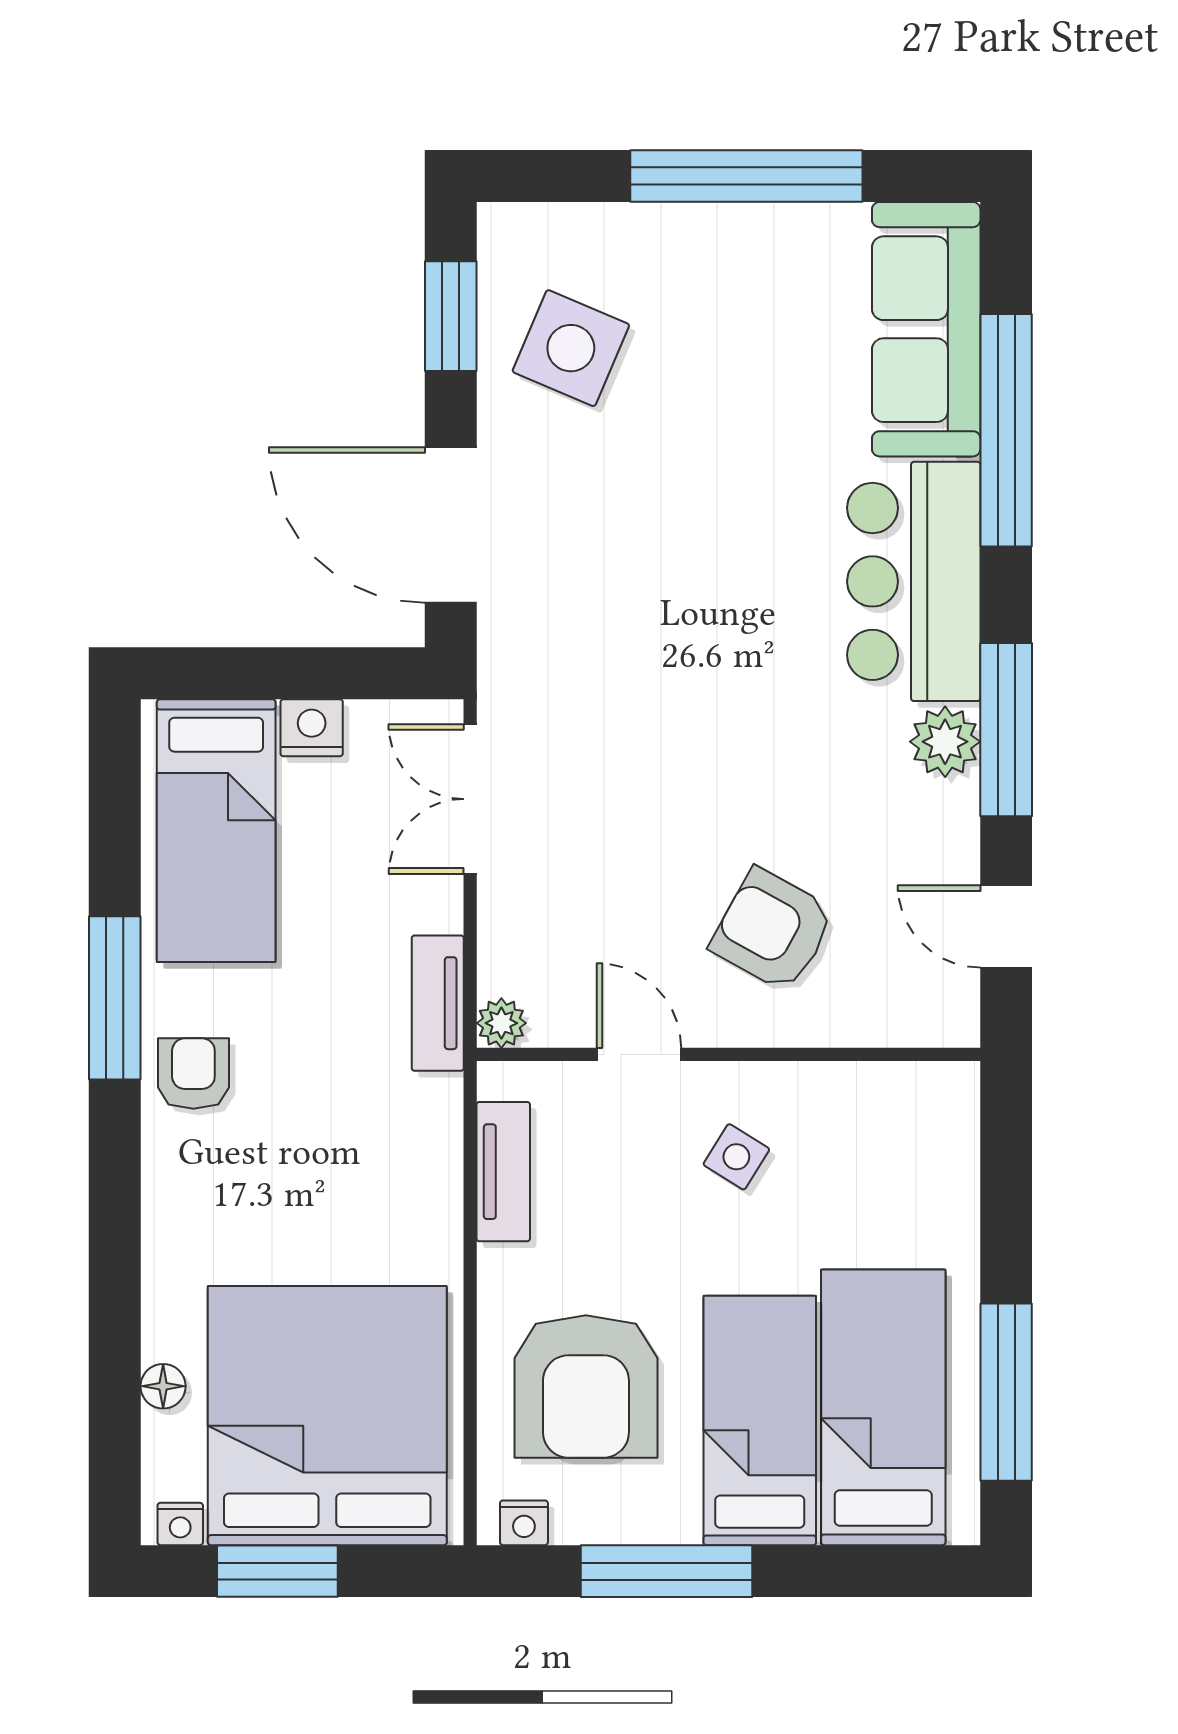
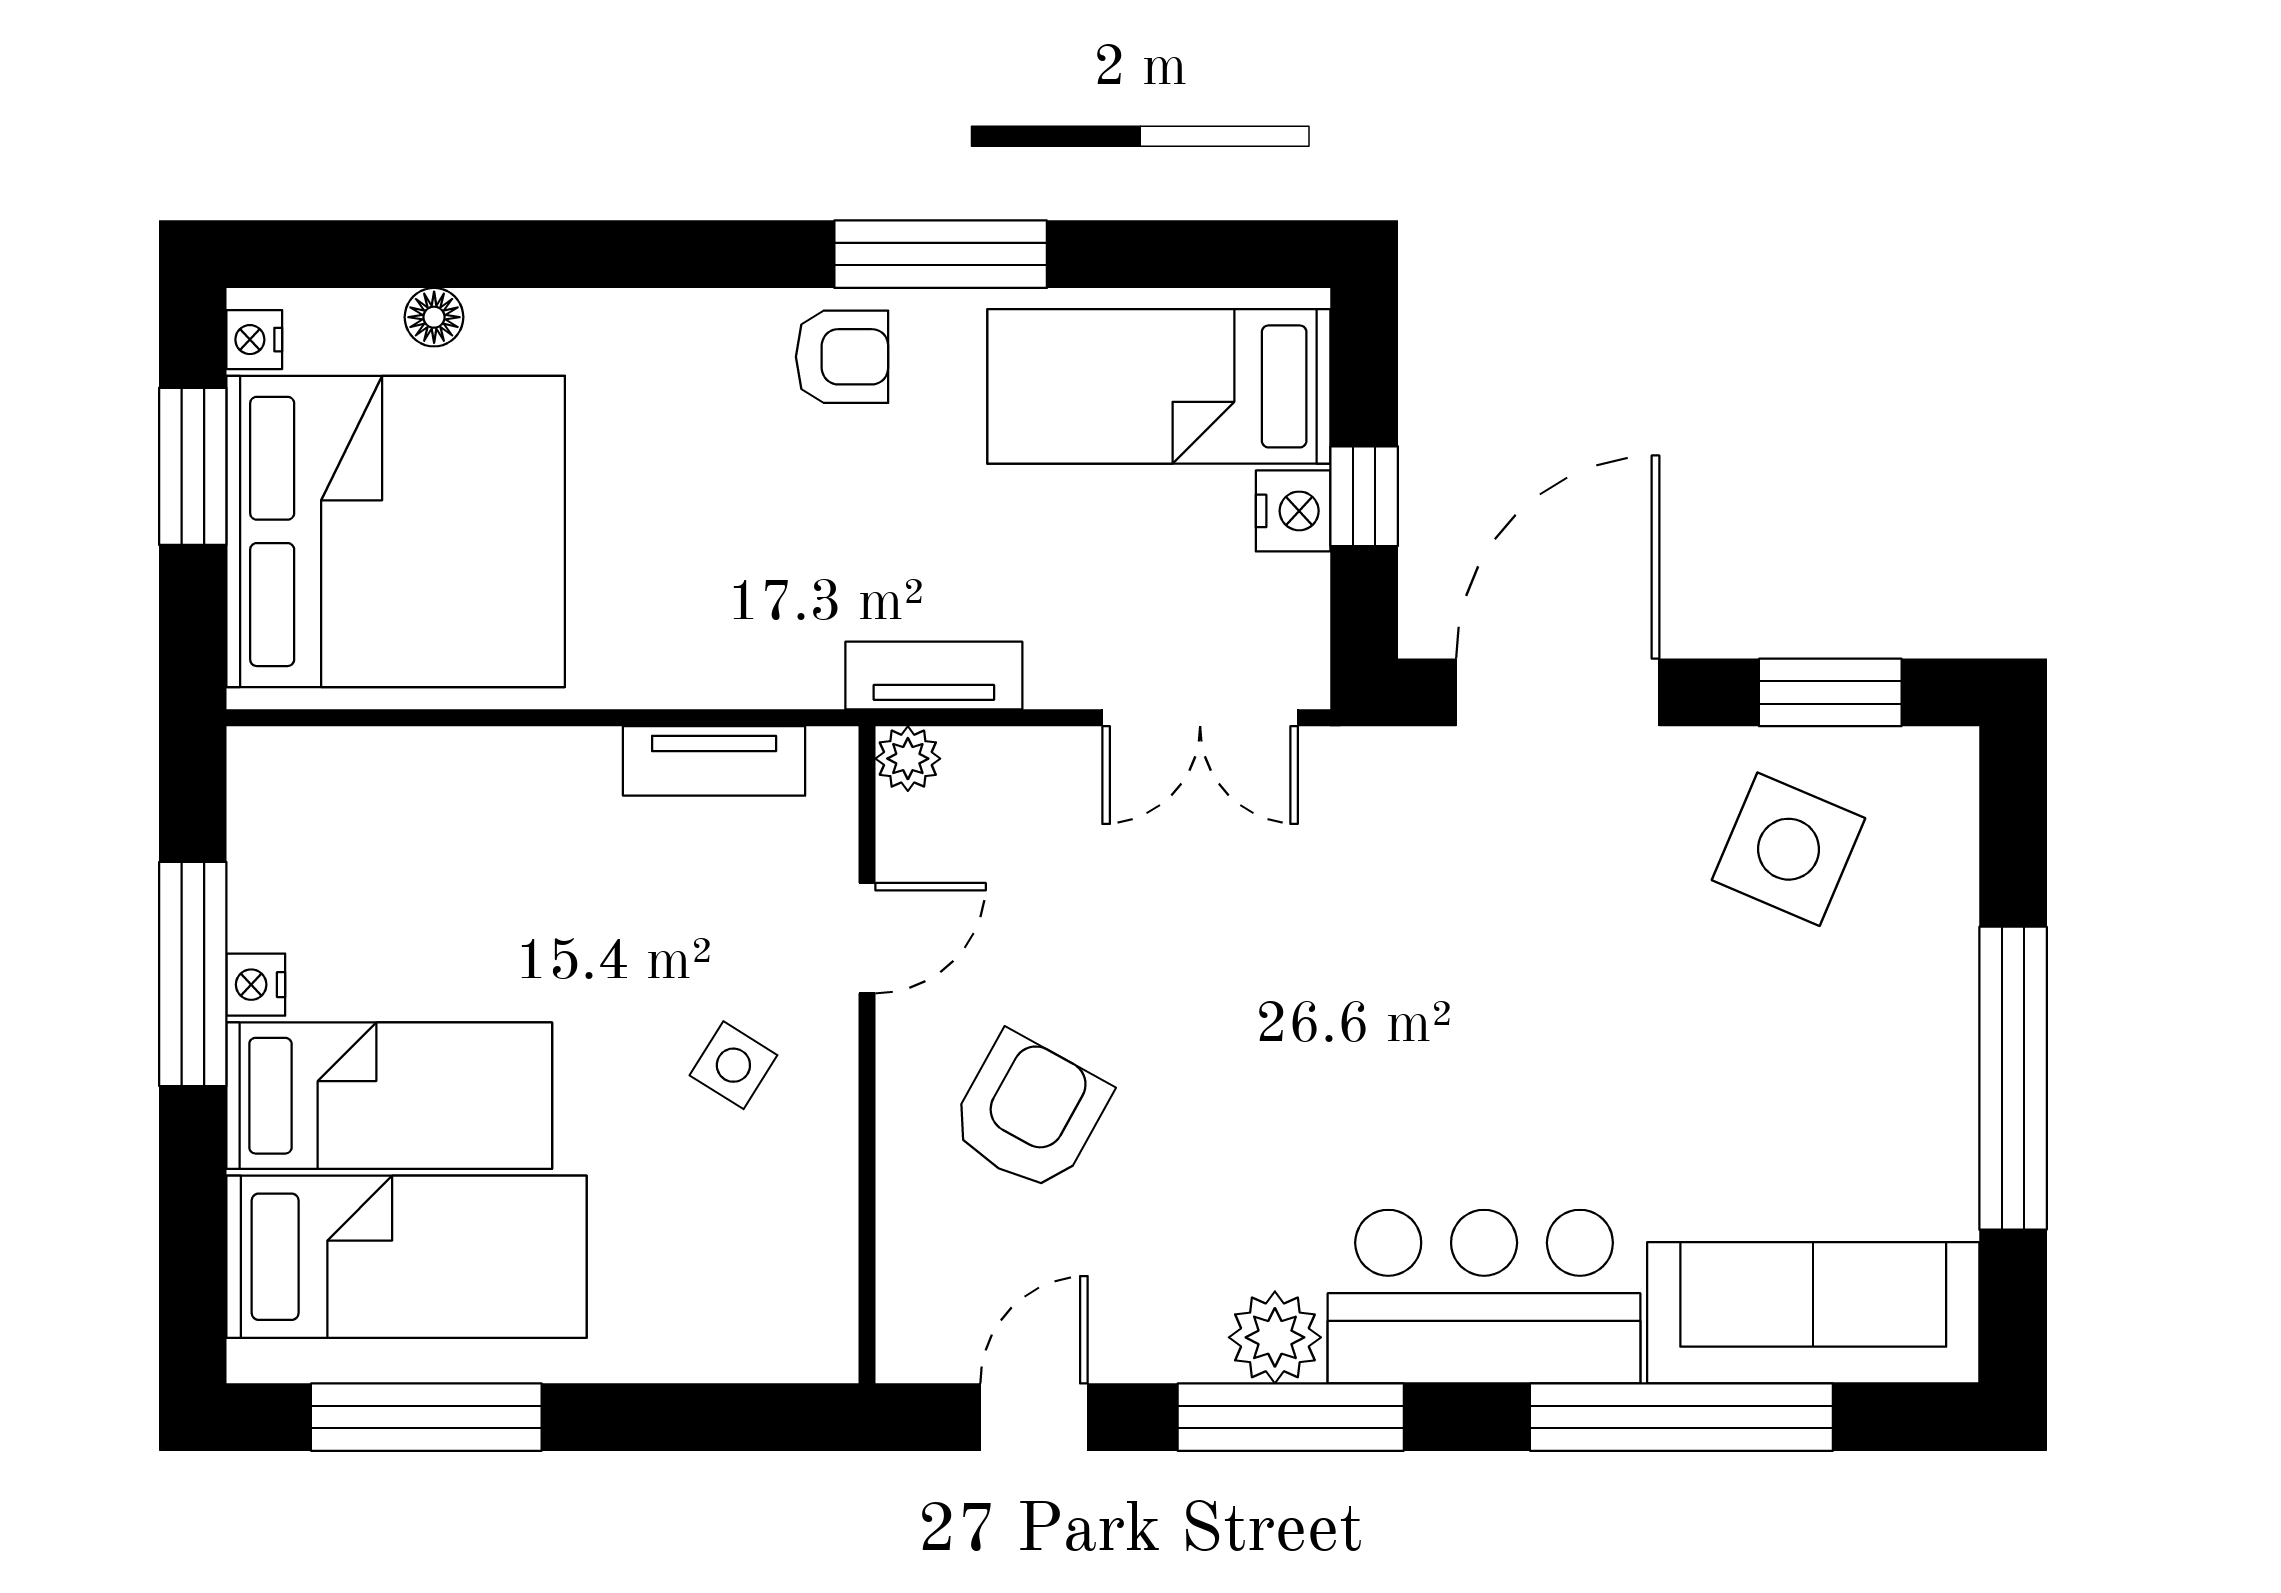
window: (300, 673) -> (1364, 496), added
double door: (470, 799) -> (1200, 718), swing flipped
armchair: (586, 1386) -> (434, 869), removed
nightstand: (524, 1523) -> (256, 985), moved

